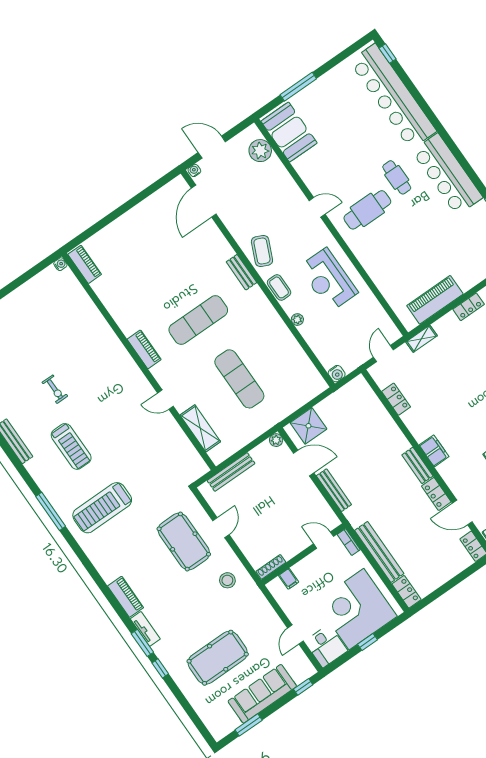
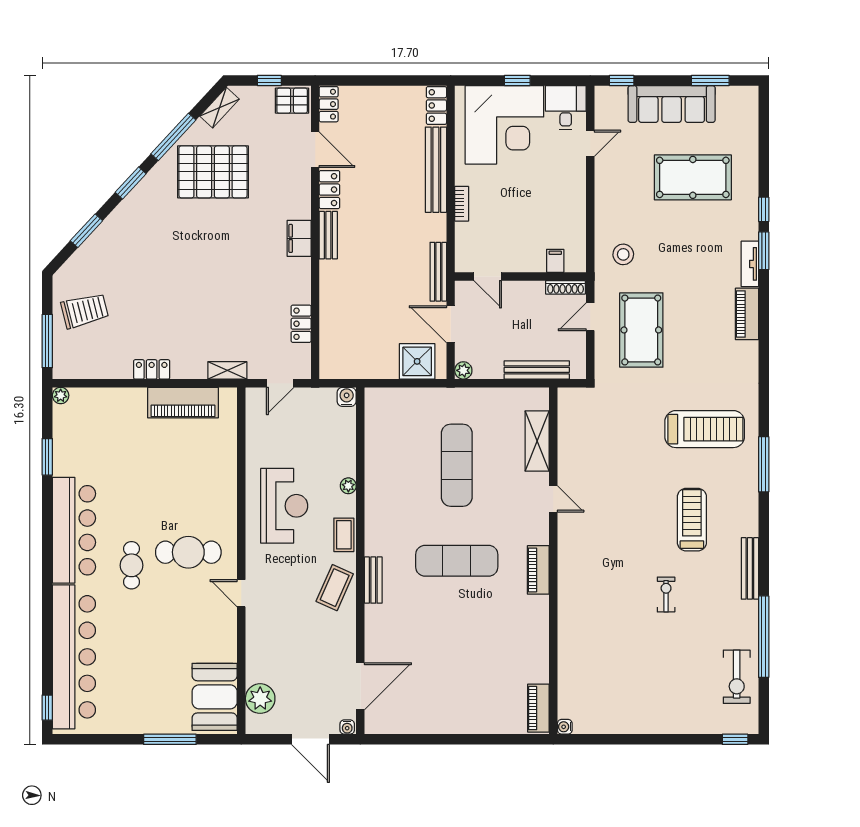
door: (324, 540) -> (488, 276), moved
wall: (303, 554) -> (520, 276), moved
shoe rack: (271, 567) -> (566, 287), moved
filing cabinet: (289, 579) -> (555, 261), moved

